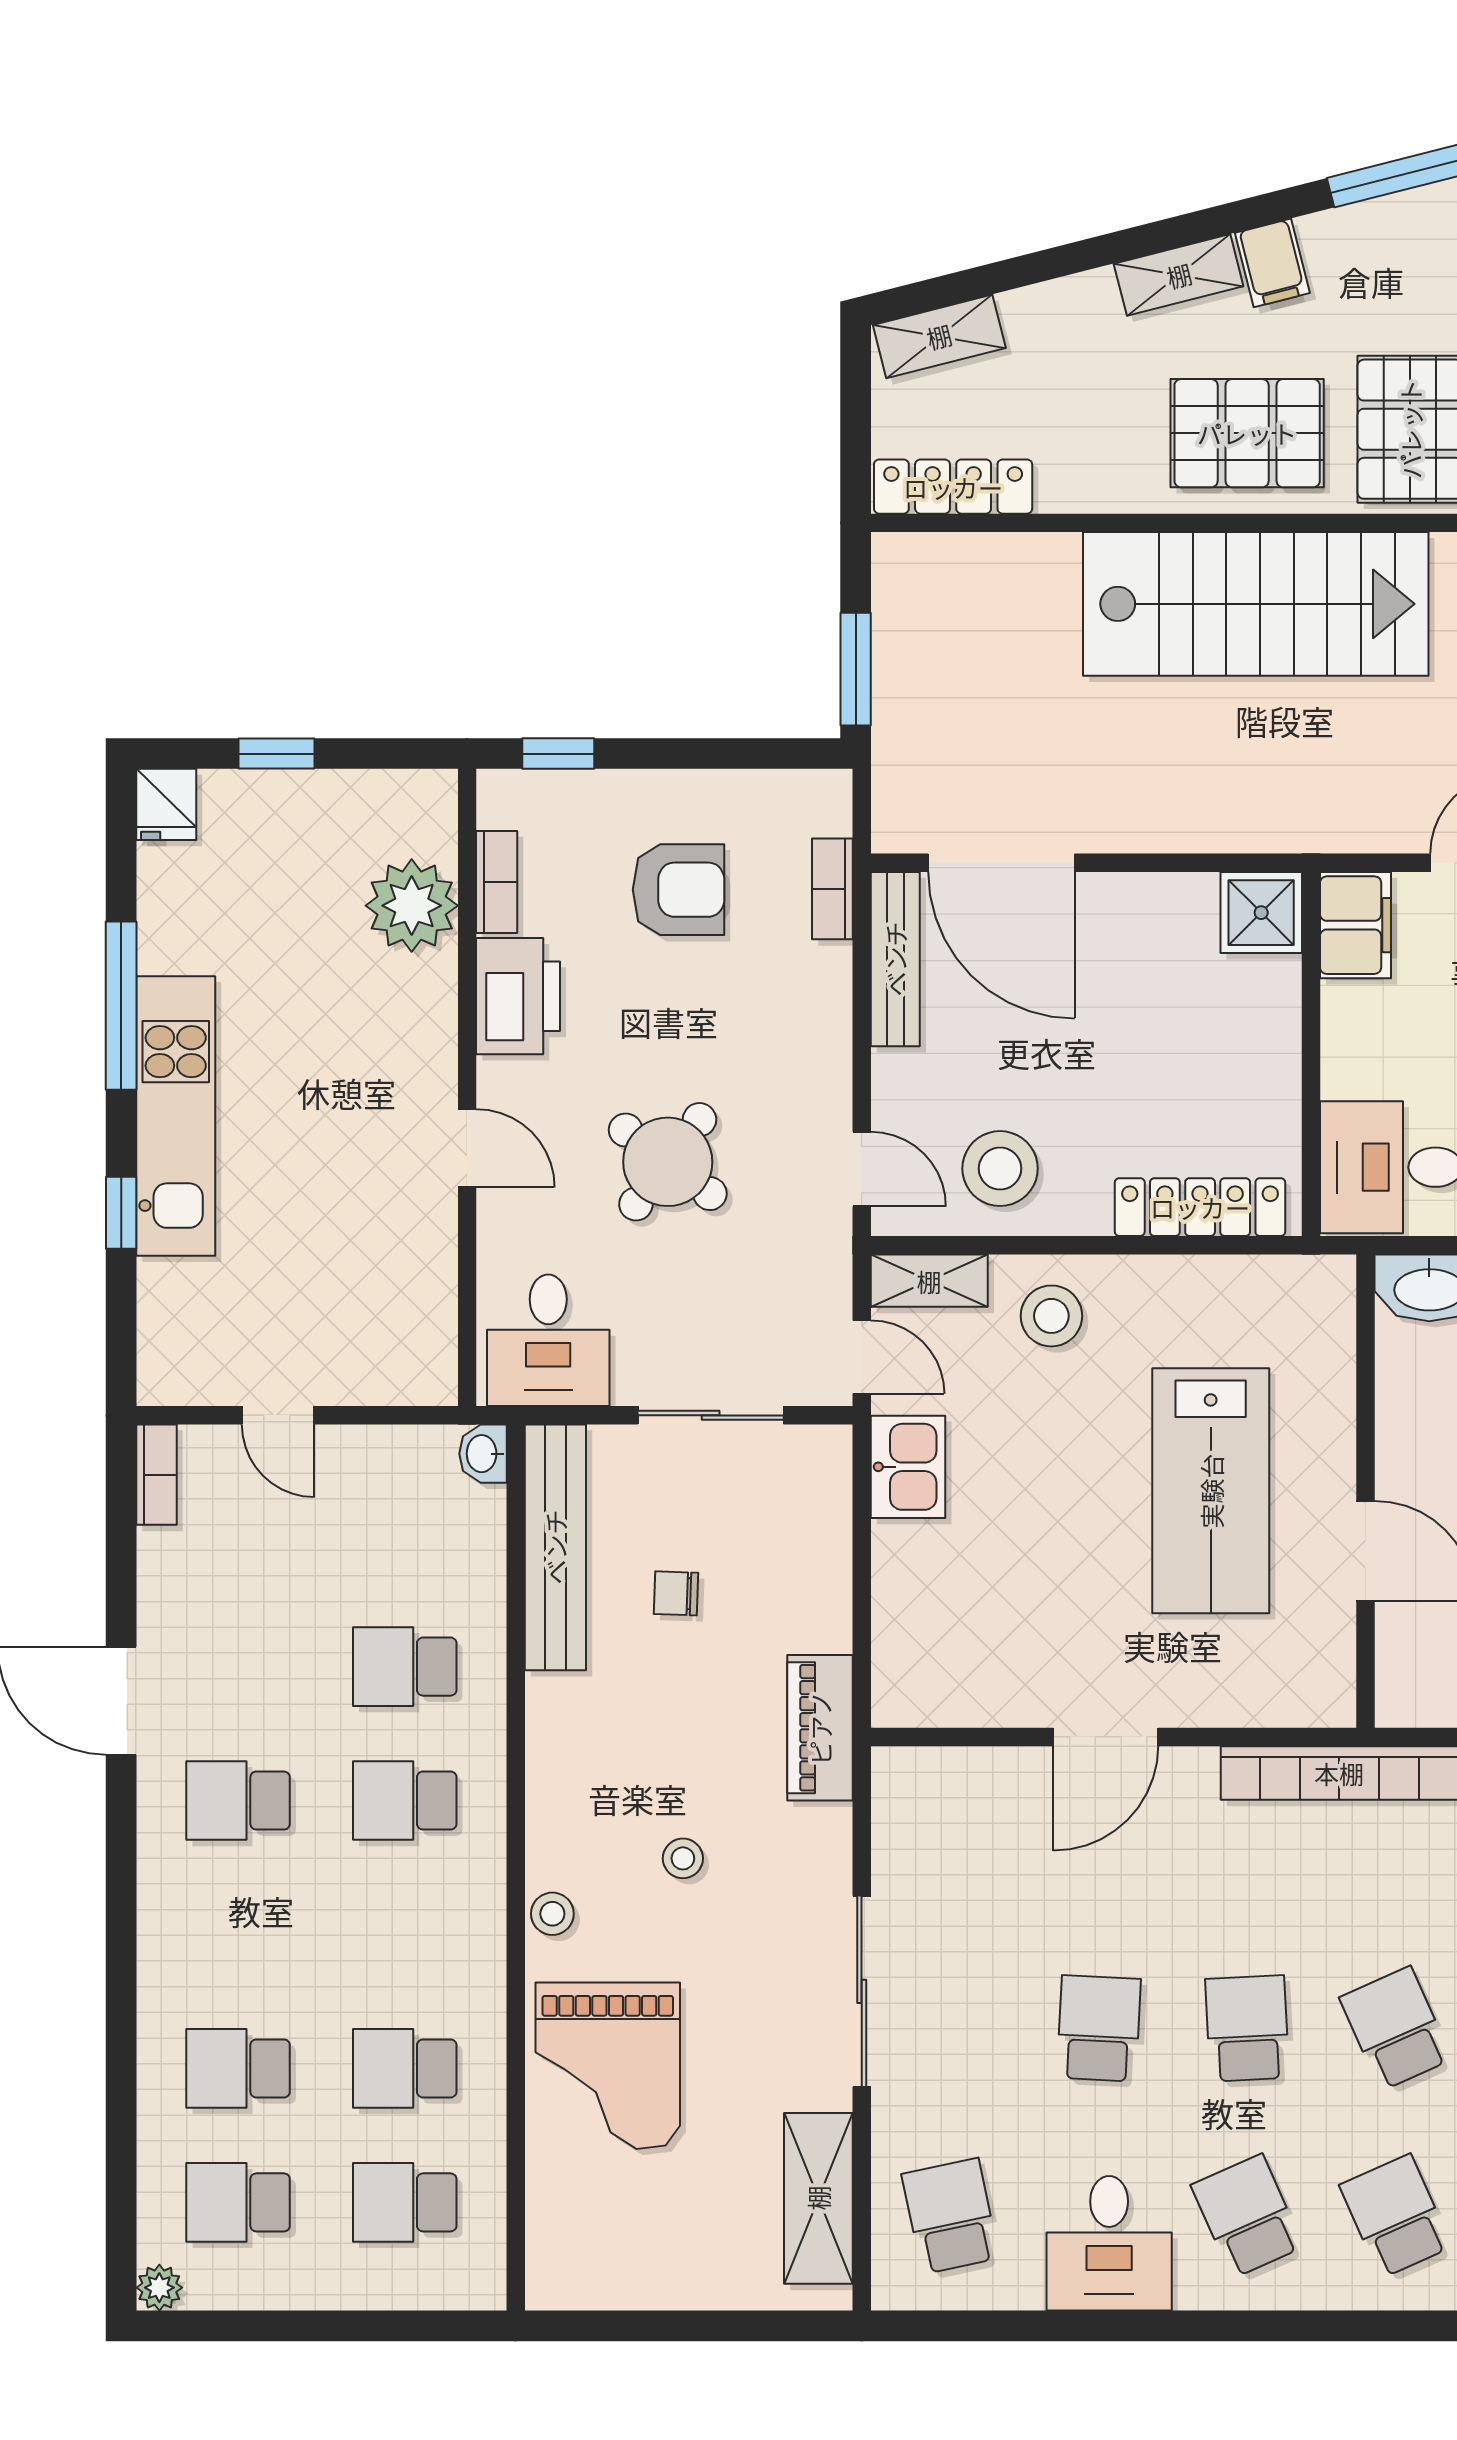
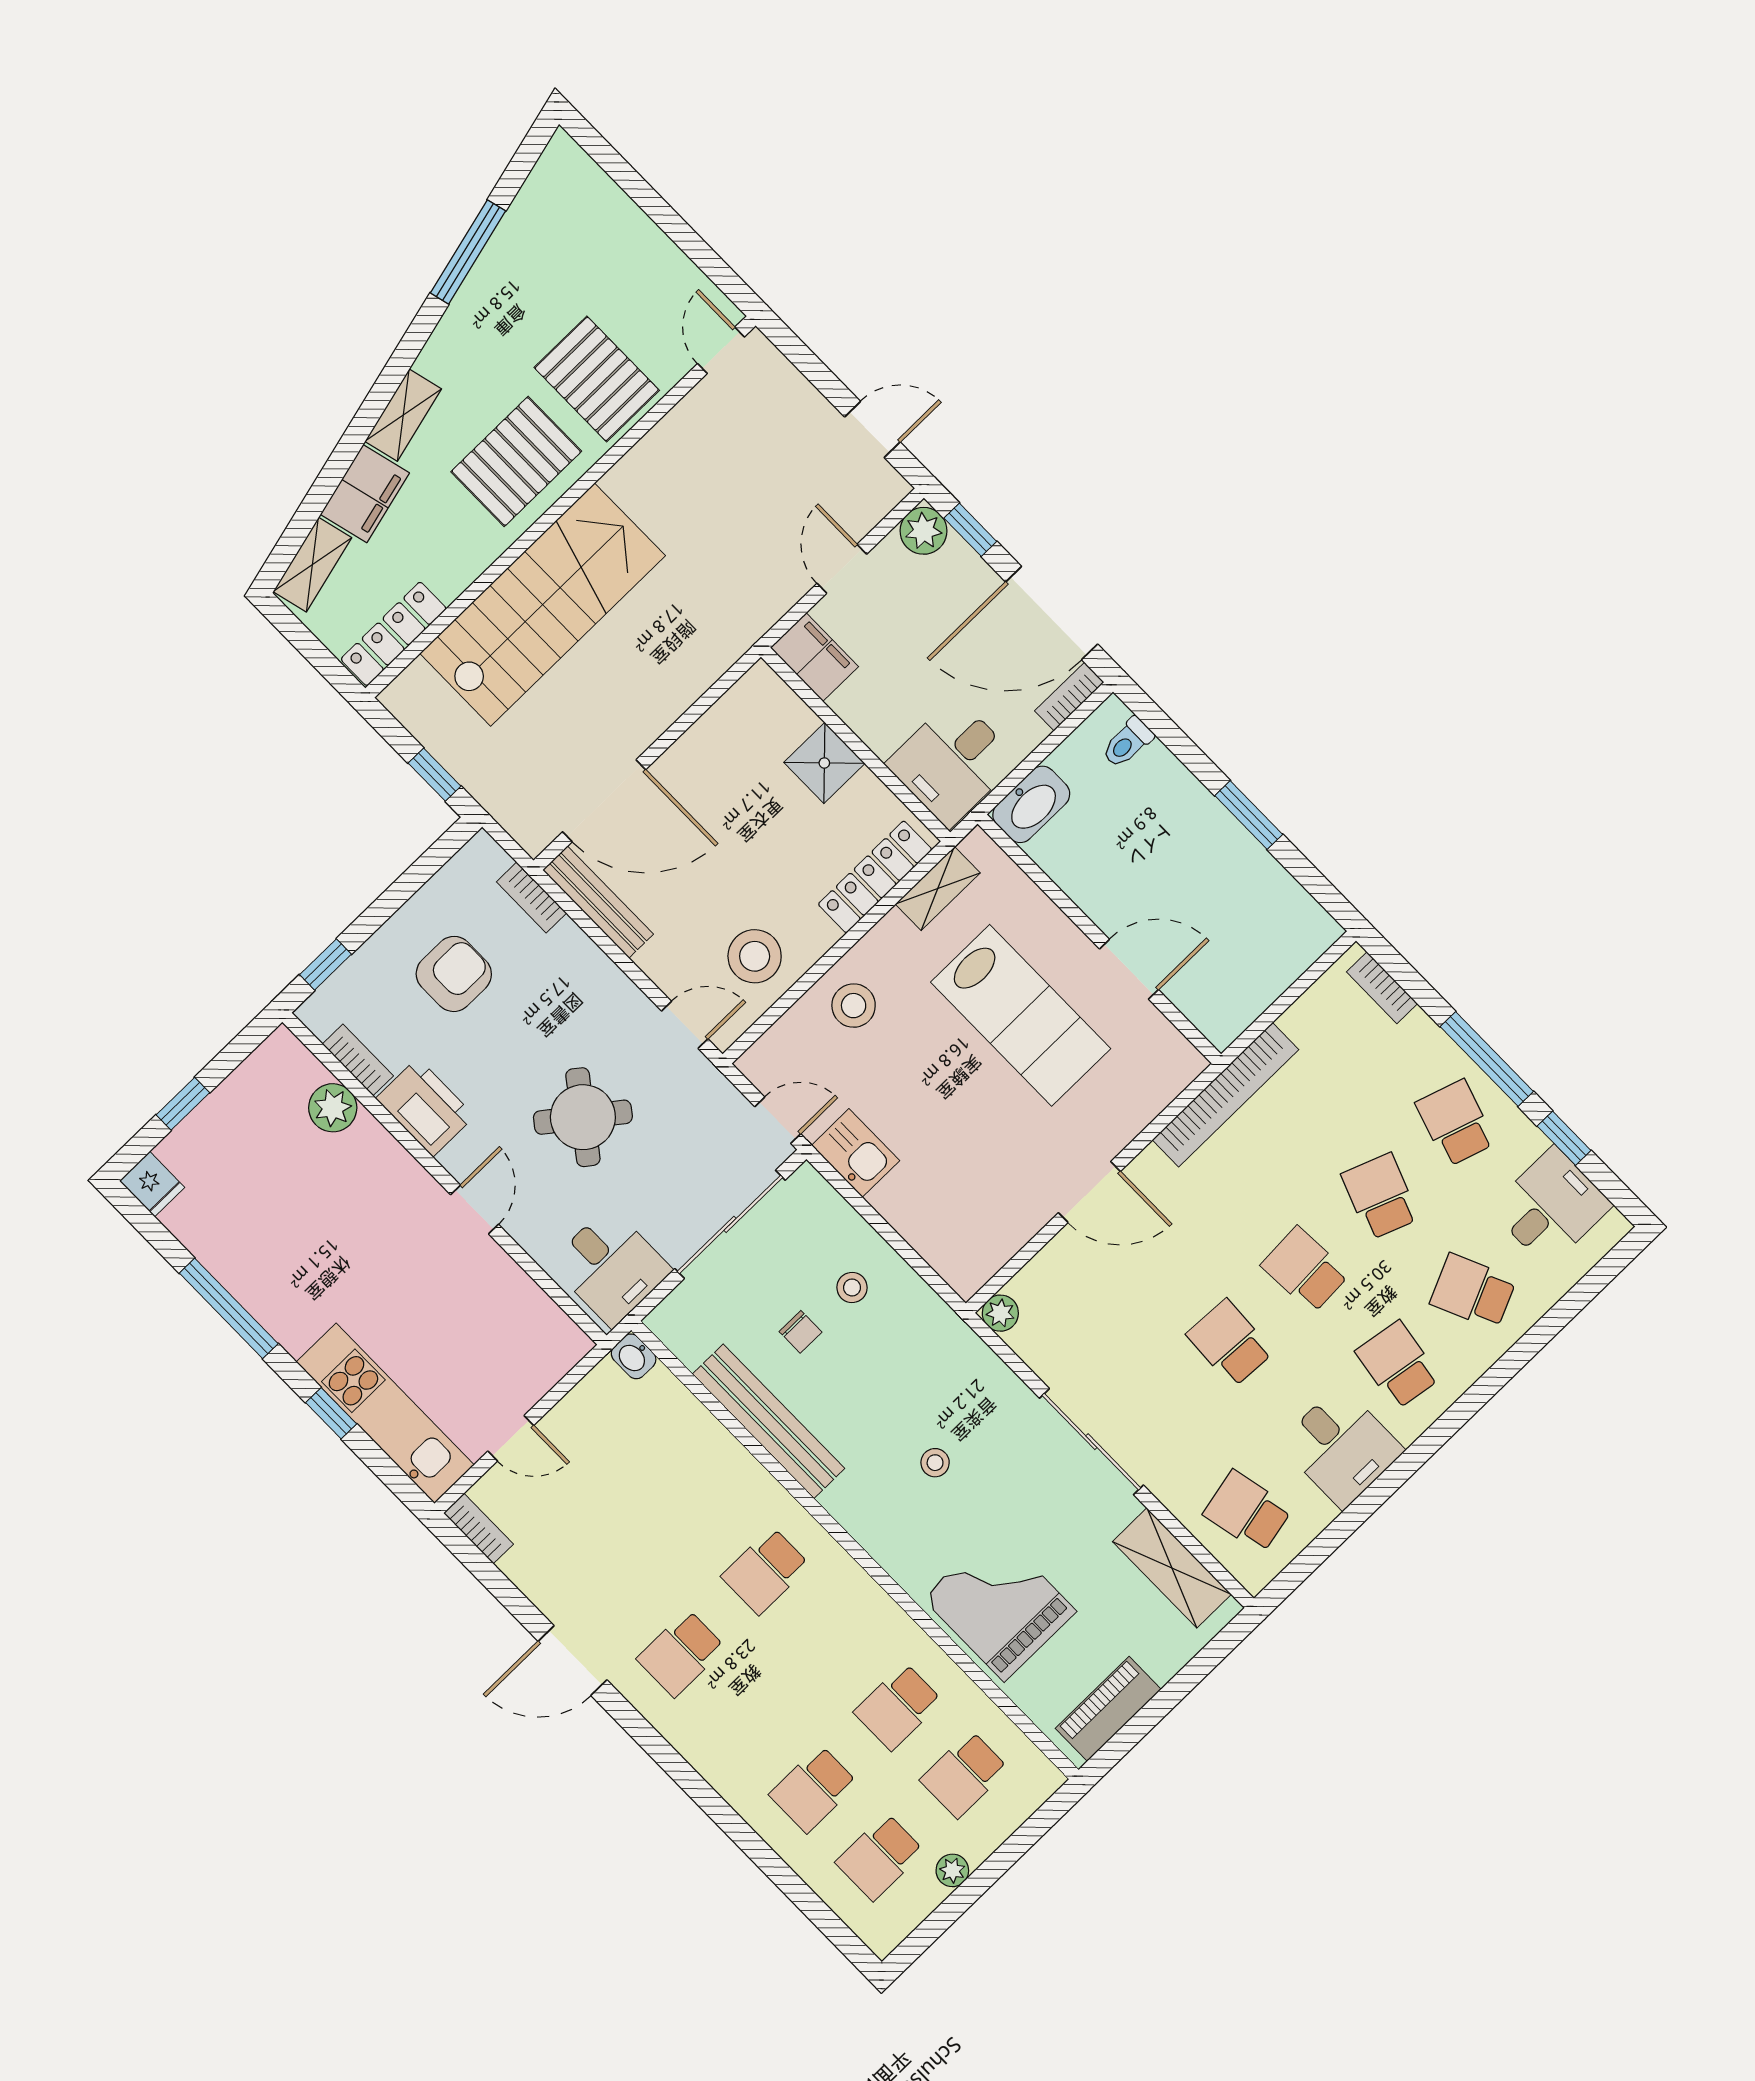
filing cabinet: (1272, 263) -> (365, 494), moved, width x2.00
stairs: (1256, 604) -> (543, 605), moved
window: (856, 669) -> (435, 775), width x0.67
plant: (412, 906) -> (333, 1108), width x0.73, depth x0.73
shower: (1261, 913) -> (824, 763), moved
kitchen unit: (176, 1116) -> (385, 1413), moved
door: (467, 1148) -> (475, 1209), hinge flipped
shelving: (929, 1281) -> (938, 889), moved
sliding door: (711, 1415) -> (730, 1224), width x1.37
bench: (555, 1547) -> (769, 1421), moved
chair: (676, 1593) -> (801, 1332), turned -92
school desk: (405, 1667) -> (699, 1503), removed
piano: (820, 1728) -> (1108, 1709), moved, turned 90
door: (1106, 1737) -> (1089, 1192), hinge flipped
plant: (896, 1772) -> (1000, 1313), added
stool: (552, 1914) -> (852, 1287), moved
school desk: (1396, 2028) -> (1380, 1196), turned 45
grand piano: (608, 2066) -> (1000, 1605), turned 180
school desk: (1247, 2216) -> (1398, 1365), turned 33
plant: (159, 2288) -> (952, 1870), moved

